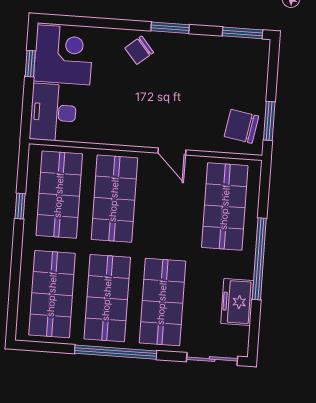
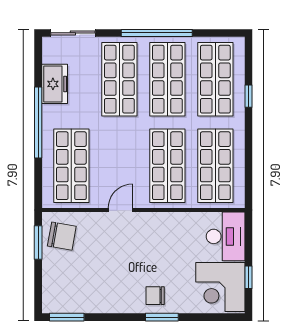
window: (170, 28) -> (162, 317), moved
chair: (139, 50) -> (155, 296), turned -140
door: (172, 151) -> (121, 210), hinge flipped
window: (20, 206) -> (249, 96), moved

